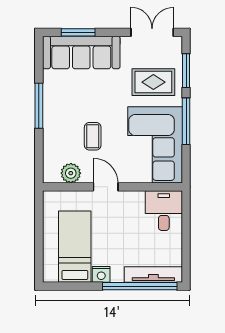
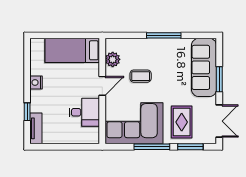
window: (78, 32) -> (219, 79), moved
desk: (164, 211) -> (84, 112), moved
bed: (75, 247) -> (72, 50), moved, turned 180
tv unit: (153, 275) -> (36, 128), width x0.71
window: (140, 286) -> (27, 112), width x0.32

